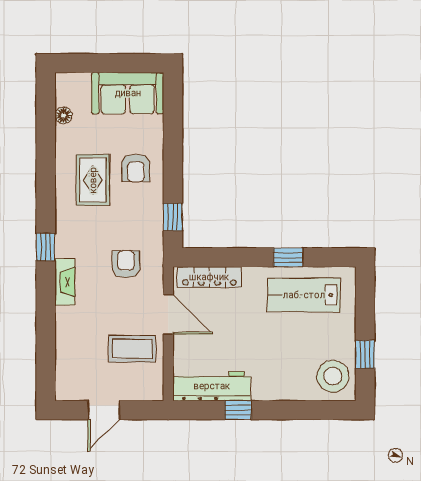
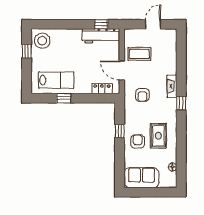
window: (173, 217) -> (120, 131), moved
locker: (209, 277) -> (102, 89), width x0.66
window: (238, 410) -> (101, 24), moved

